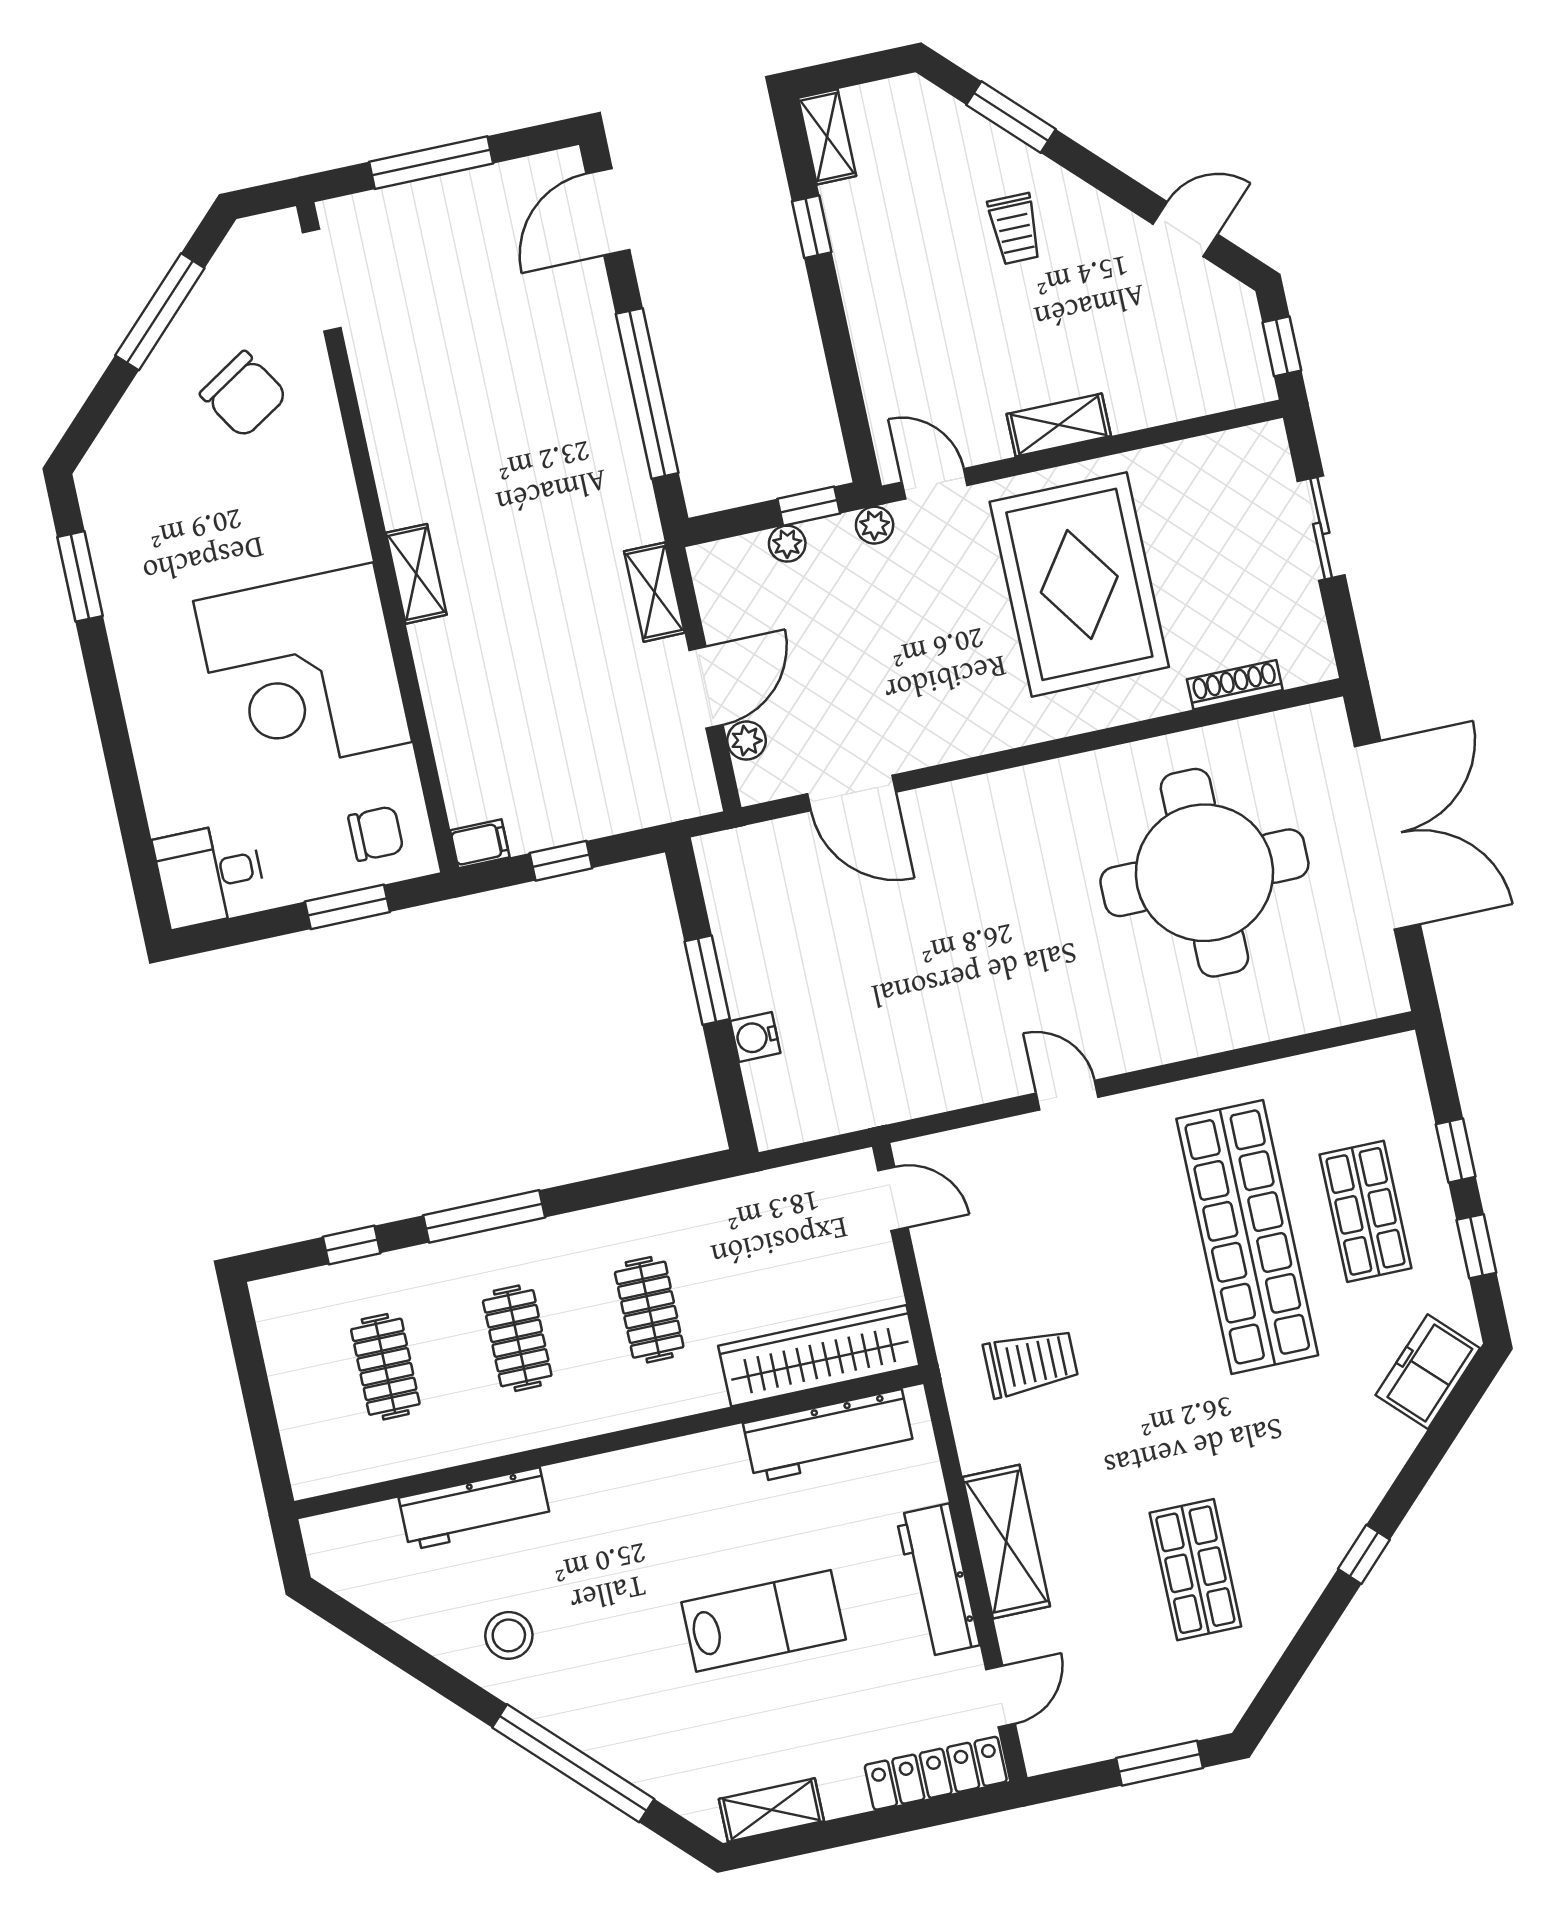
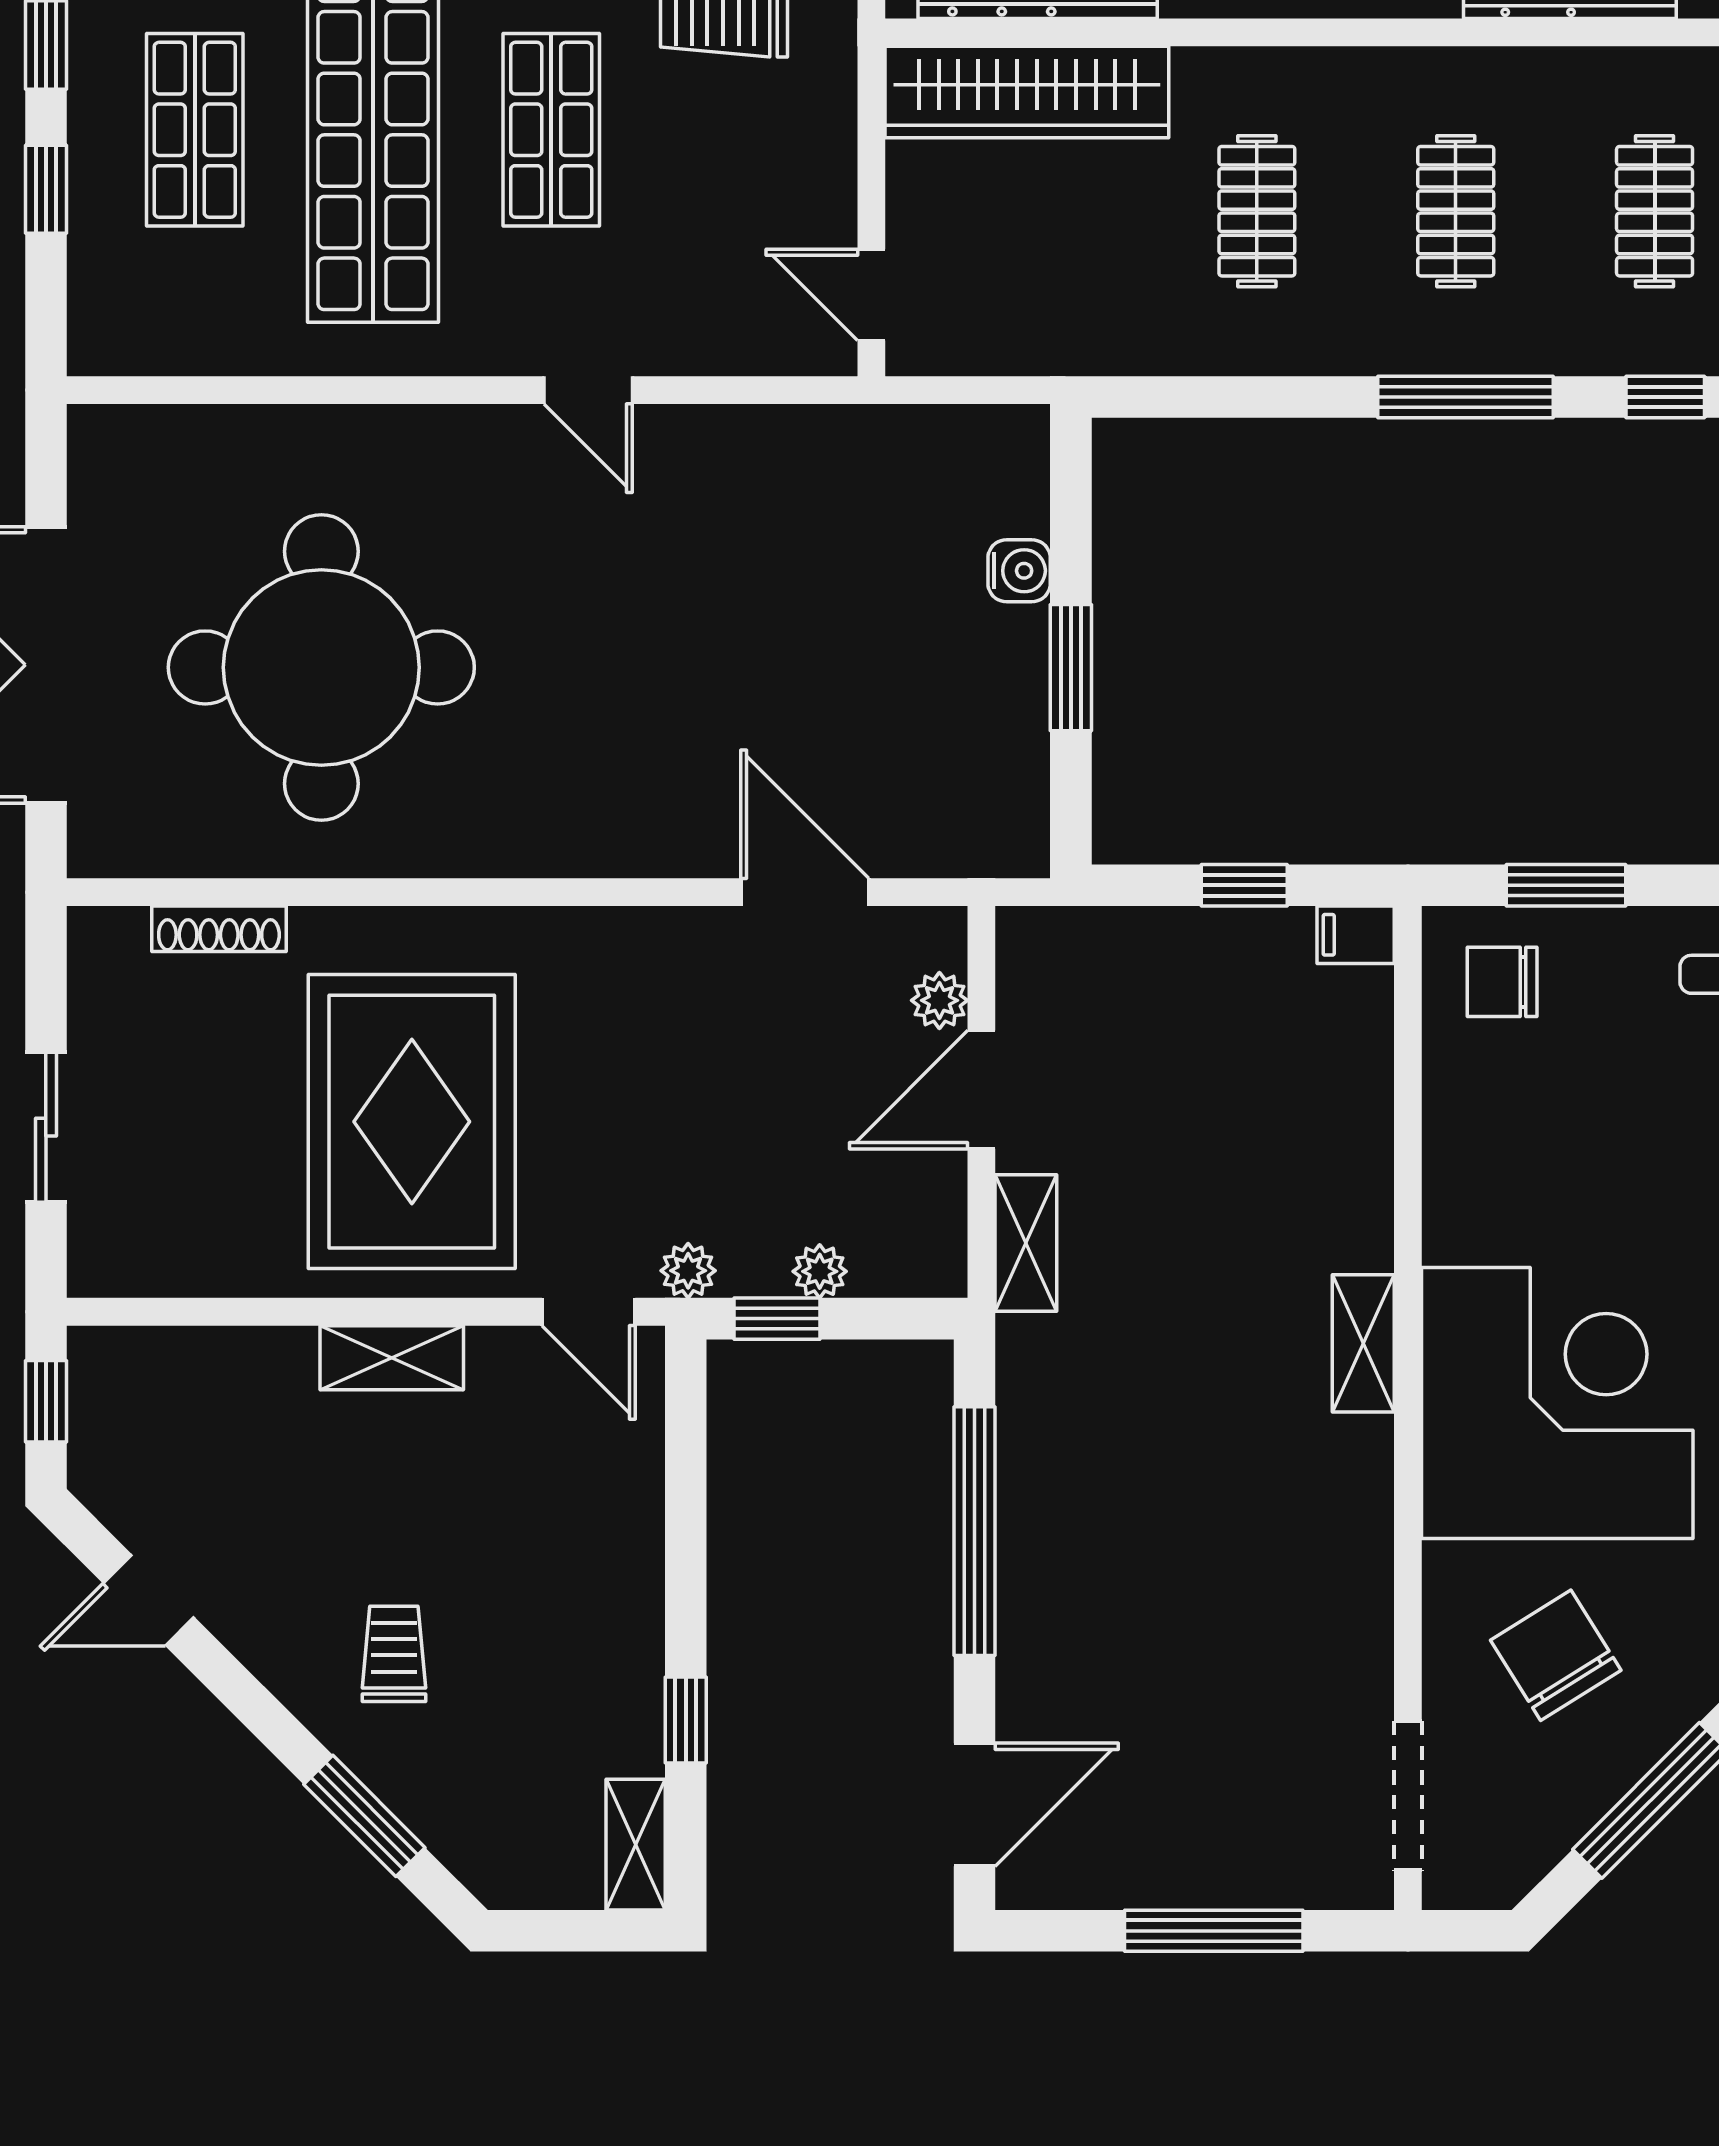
corner desk: (303, 672) -> (1557, 1403), moved
shop shelf: (1129, 1262) -> (551, 130), added

